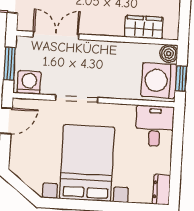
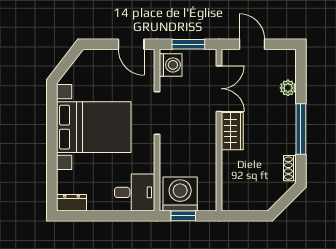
wardrobe: (144, 27) -> (232, 131), moved
boiler: (169, 54) -> (207, 202), removed

